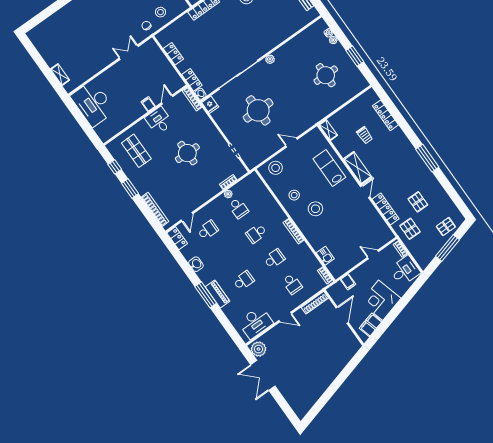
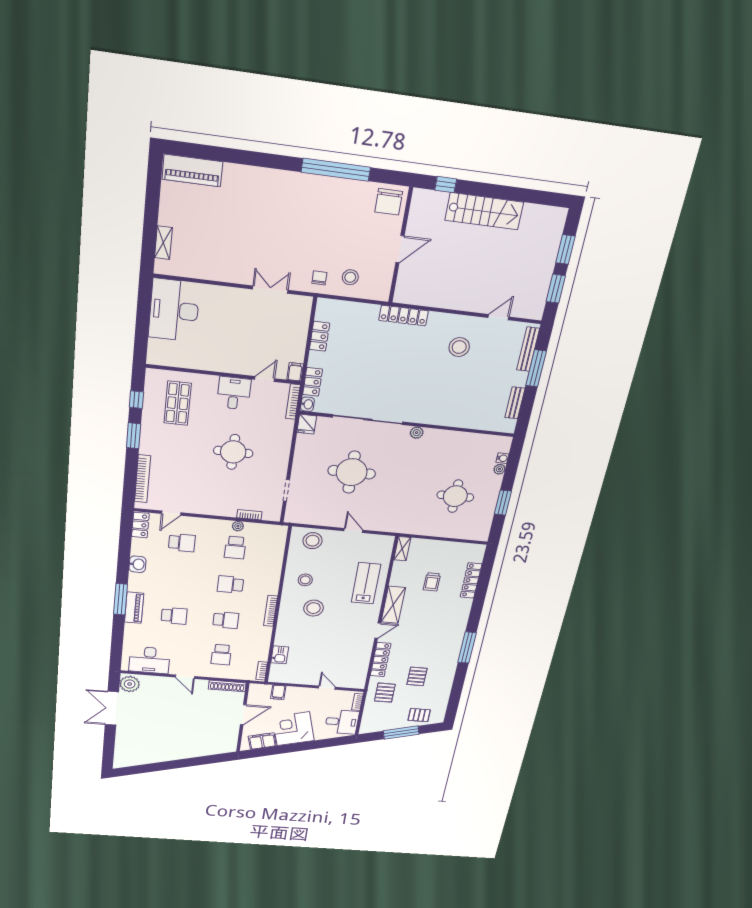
piano: (44, 29) -> (192, 170), added
filing cabinet: (148, 104) -> (295, 372), moved

